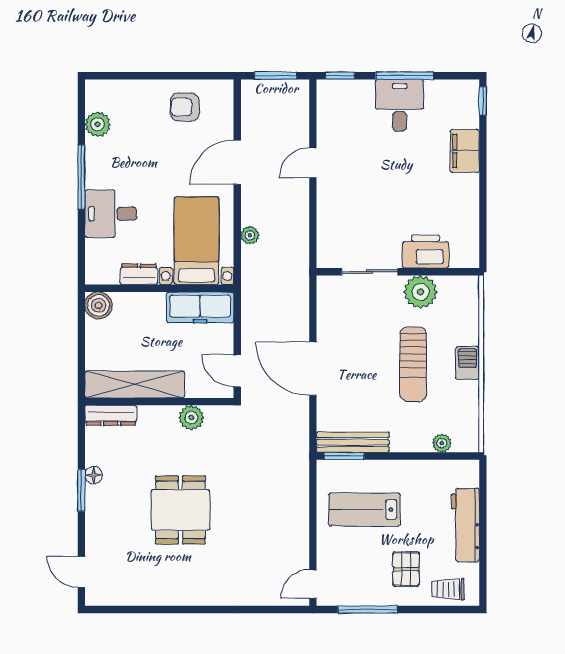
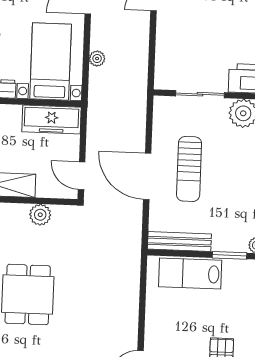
sun lounger: (413, 364) -> (189, 169), moved
window: (344, 456) -> (229, 255), moved
lab bench: (364, 510) -> (190, 274), moved

